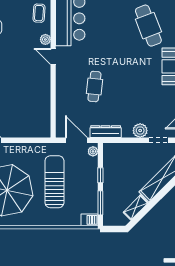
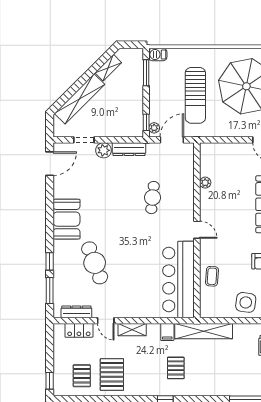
plant: (45, 39) -> (205, 183), moved
dresser: (106, 132) -> (129, 149), moved
door: (76, 140) -> (172, 140), swing flipped
window: (100, 175) -> (146, 122), moved

